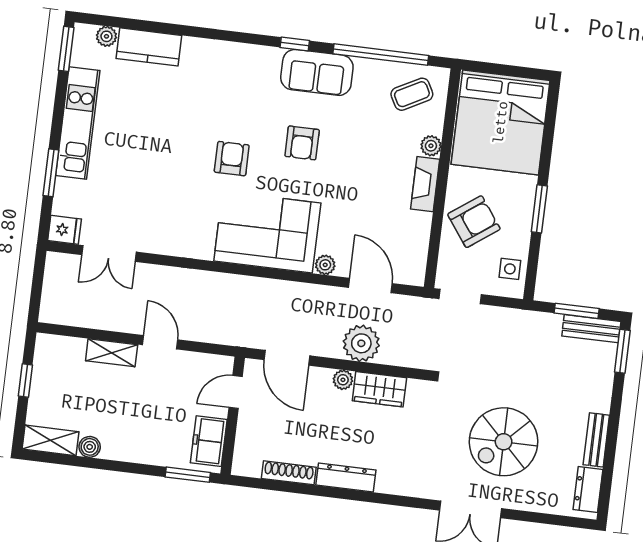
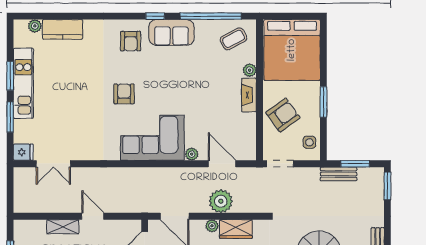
window: (66, 49) -> (10, 76), moved
armchair: (302, 143) -> (131, 41), moved
bench: (591, 329) -> (339, 174), moved

